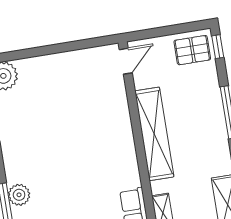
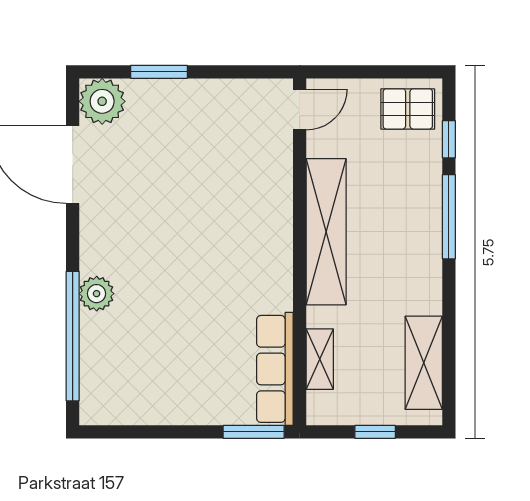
window: (218, 47) -> (449, 139), moved
window: (35, 52) -> (159, 72), added

